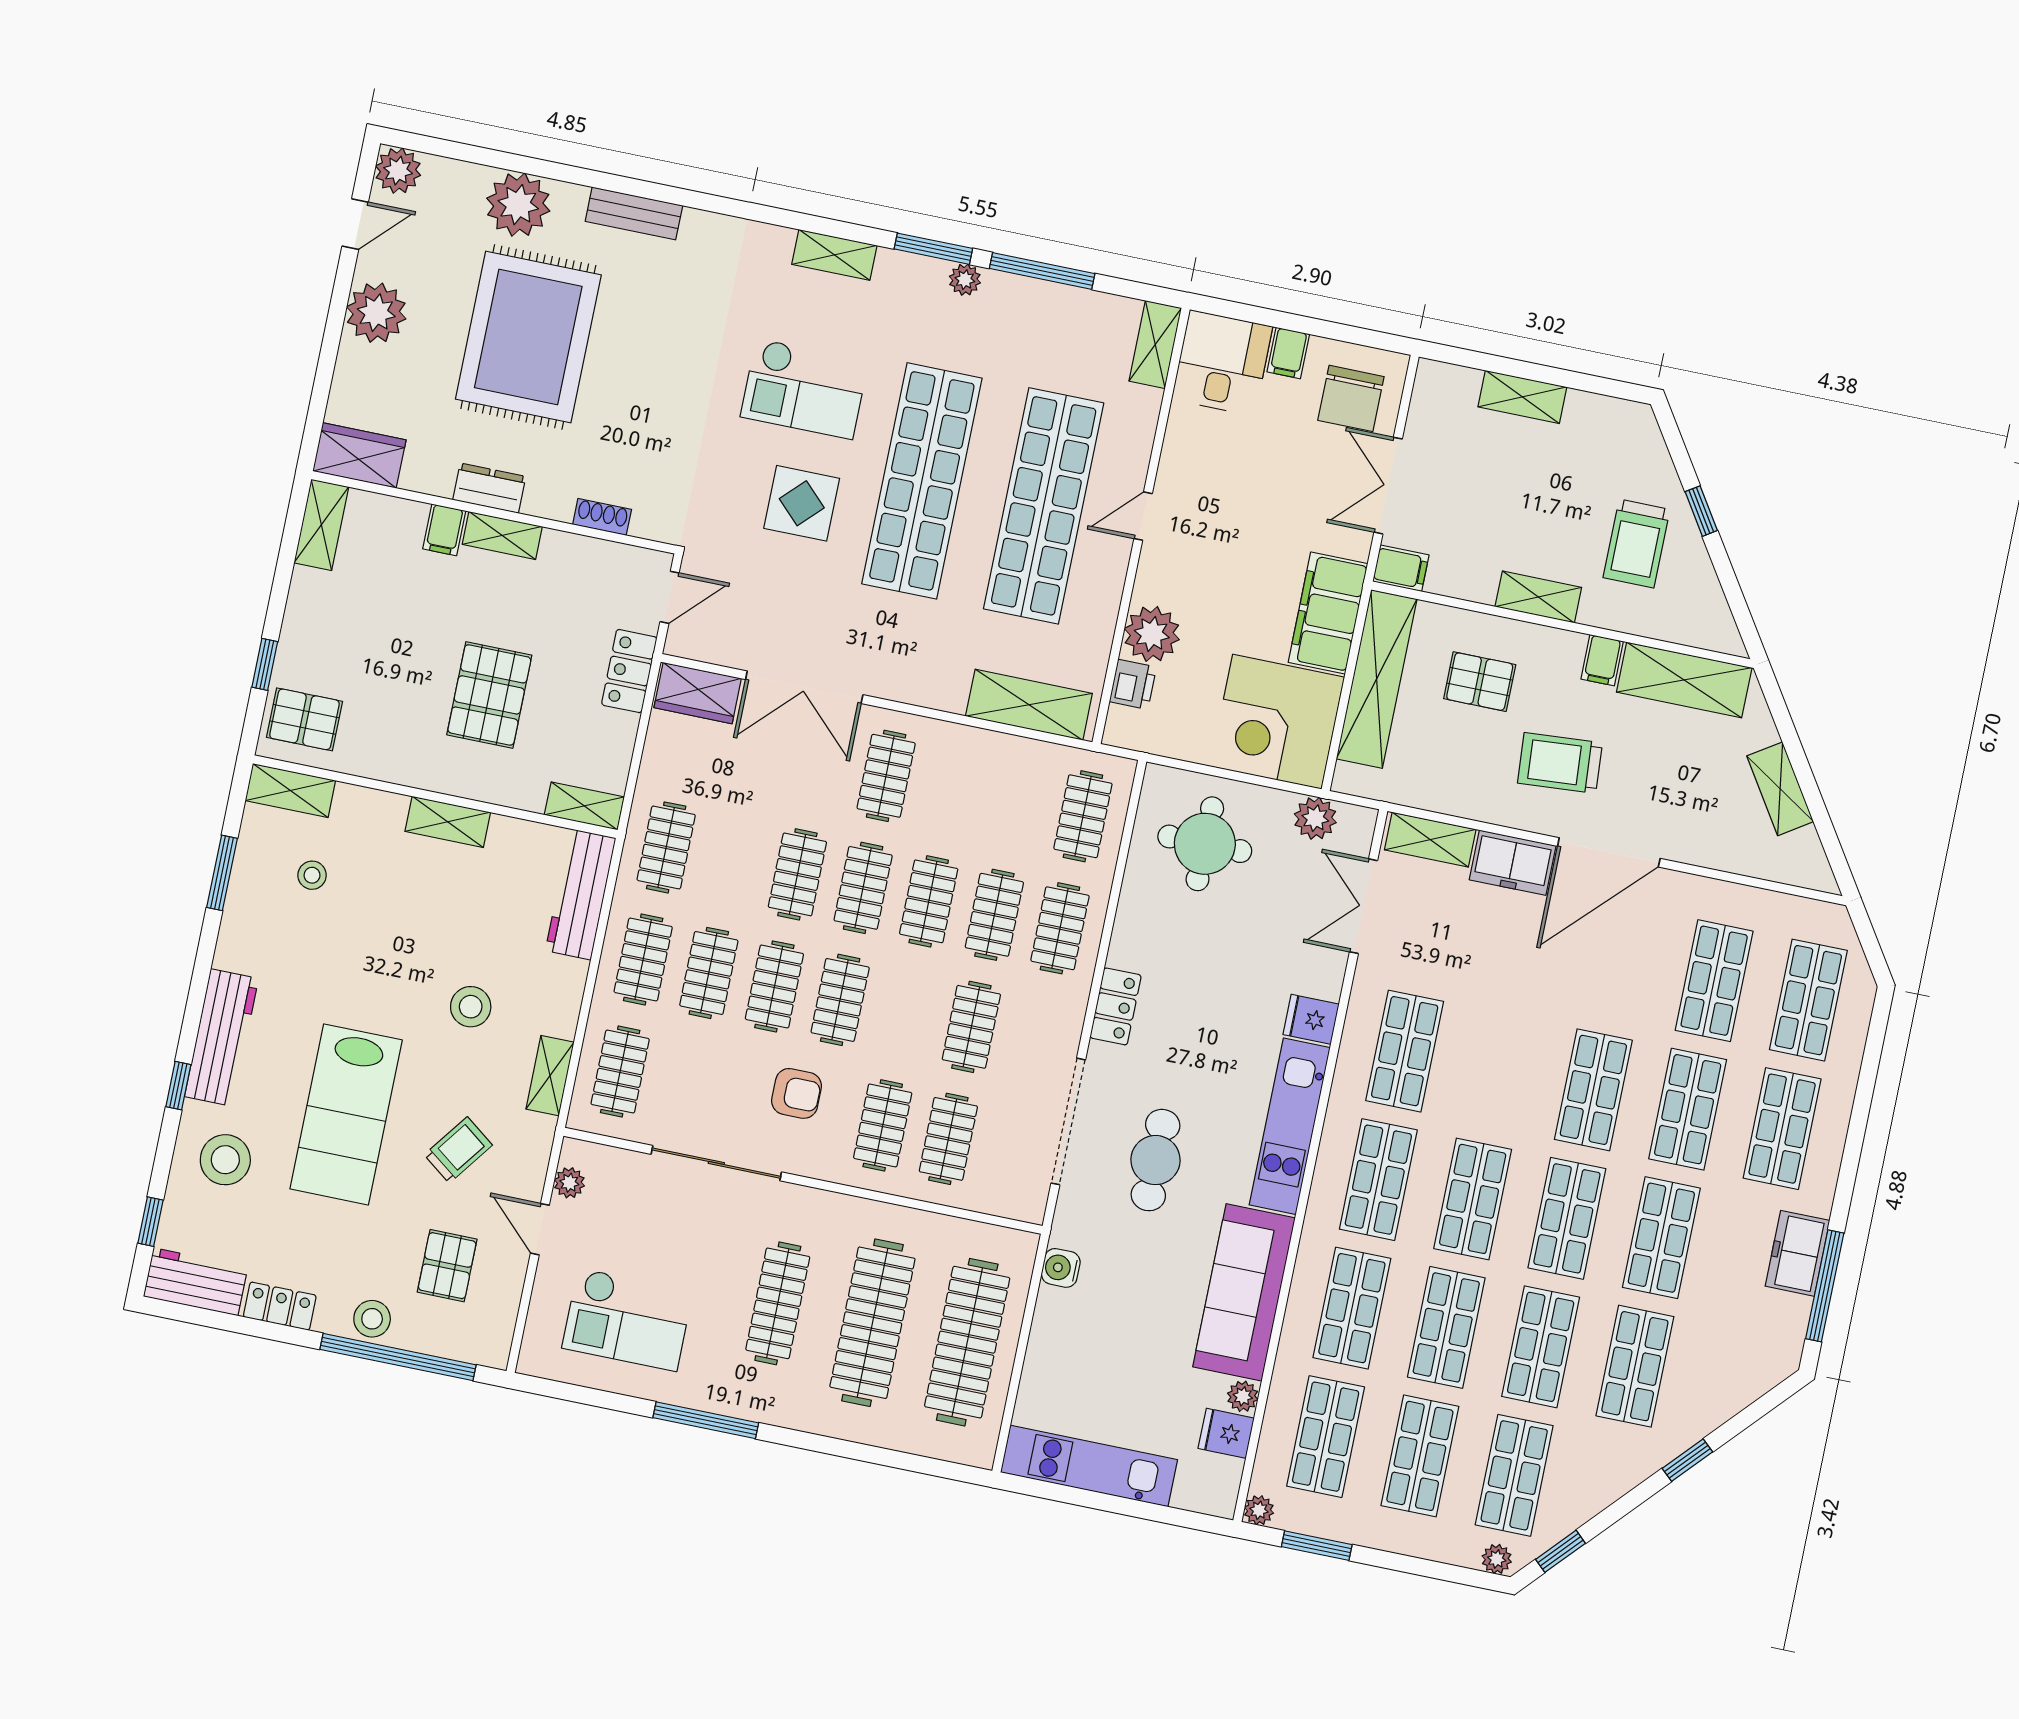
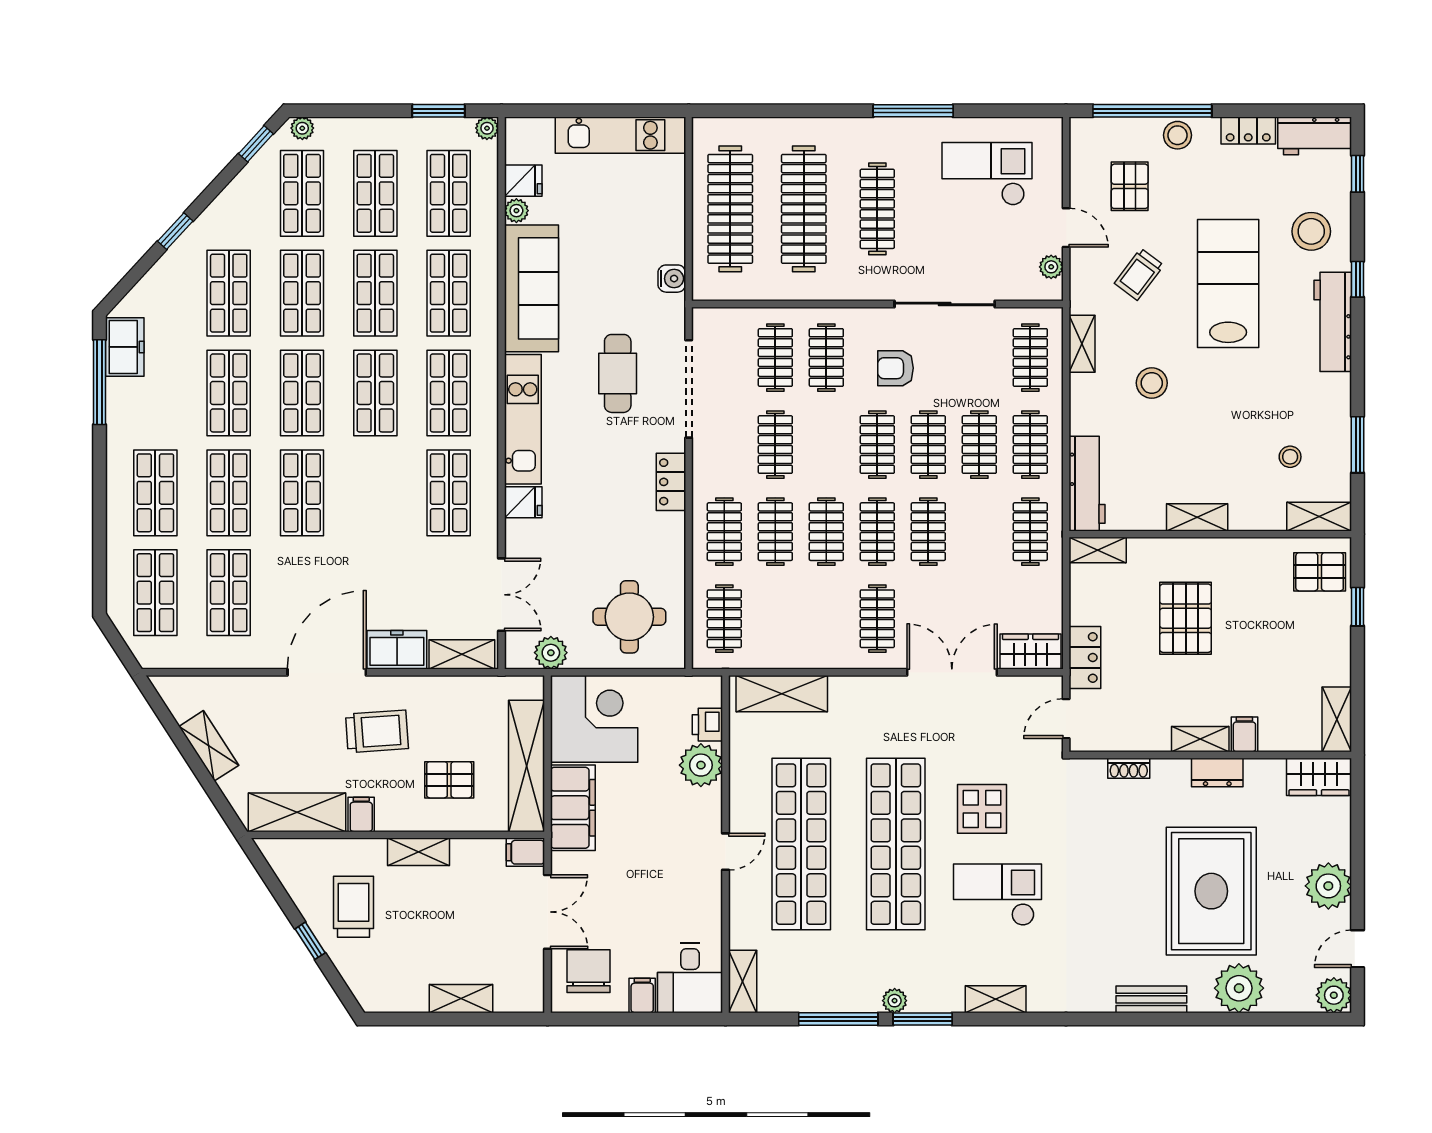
freezer: (1797, 1253) -> (125, 347), moved

